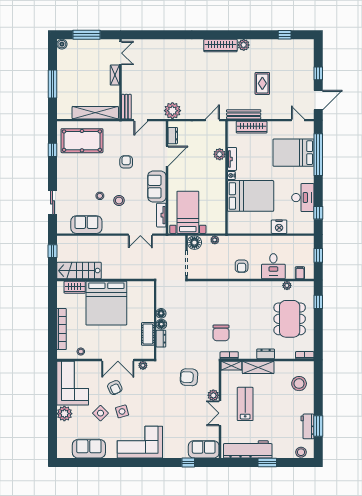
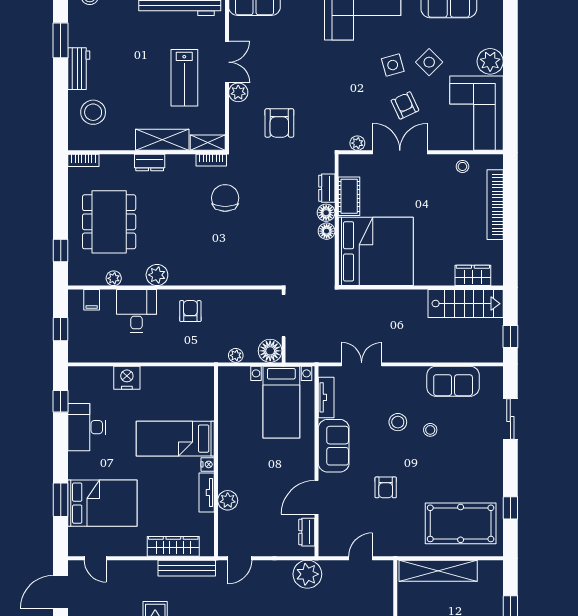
bench: (126, 107) -> (385, 581), removed
window: (318, 155) -> (61, 500), width x0.47
bed: (251, 196) -> (175, 439), width x0.67
plant: (261, 287) -> (157, 275), added
bed: (106, 303) -> (376, 251), moved, turned 90
armchair: (189, 377) -> (279, 123), turned 87
workbench: (307, 426) -> (79, 69), moved

